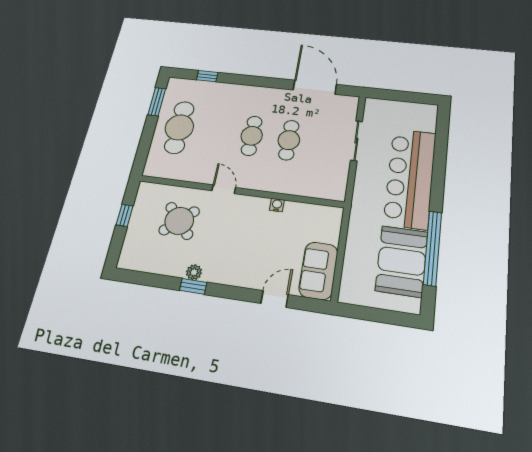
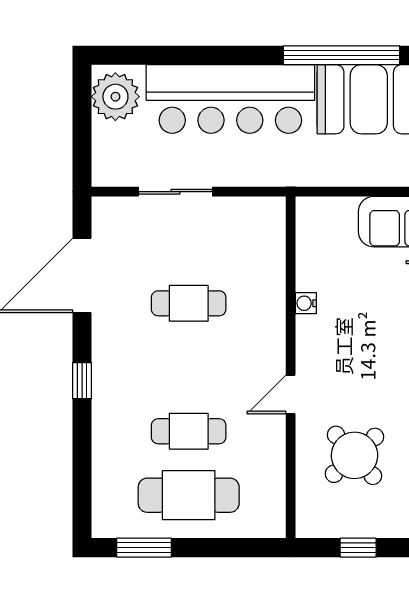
window: (207, 76) -> (82, 381), moved
plant: (418, 115) -> (115, 97), added
cafe table: (252, 136) -> (189, 431), moved

